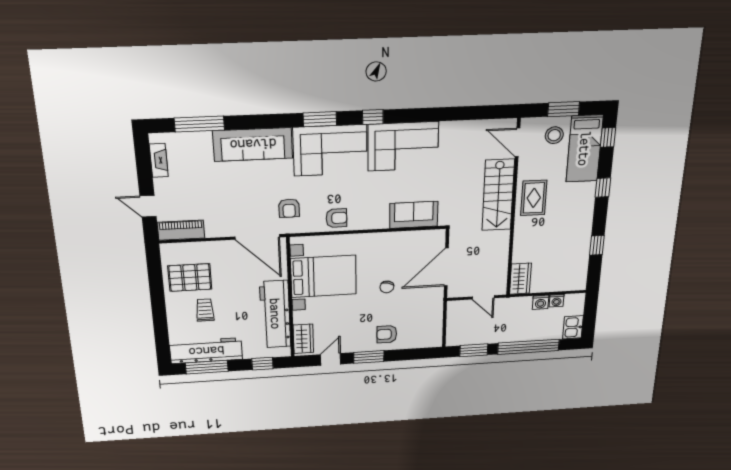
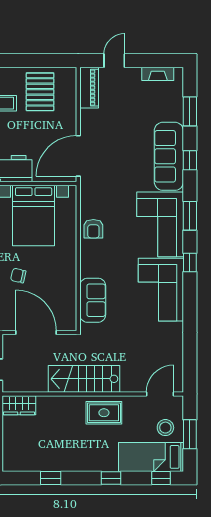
window: (256, 122) -> (190, 160), added
window: (199, 124) -> (190, 111), width x0.69
stairs: (498, 195) -> (84, 379), moved
armchair: (289, 208) -> (106, 186), removed

